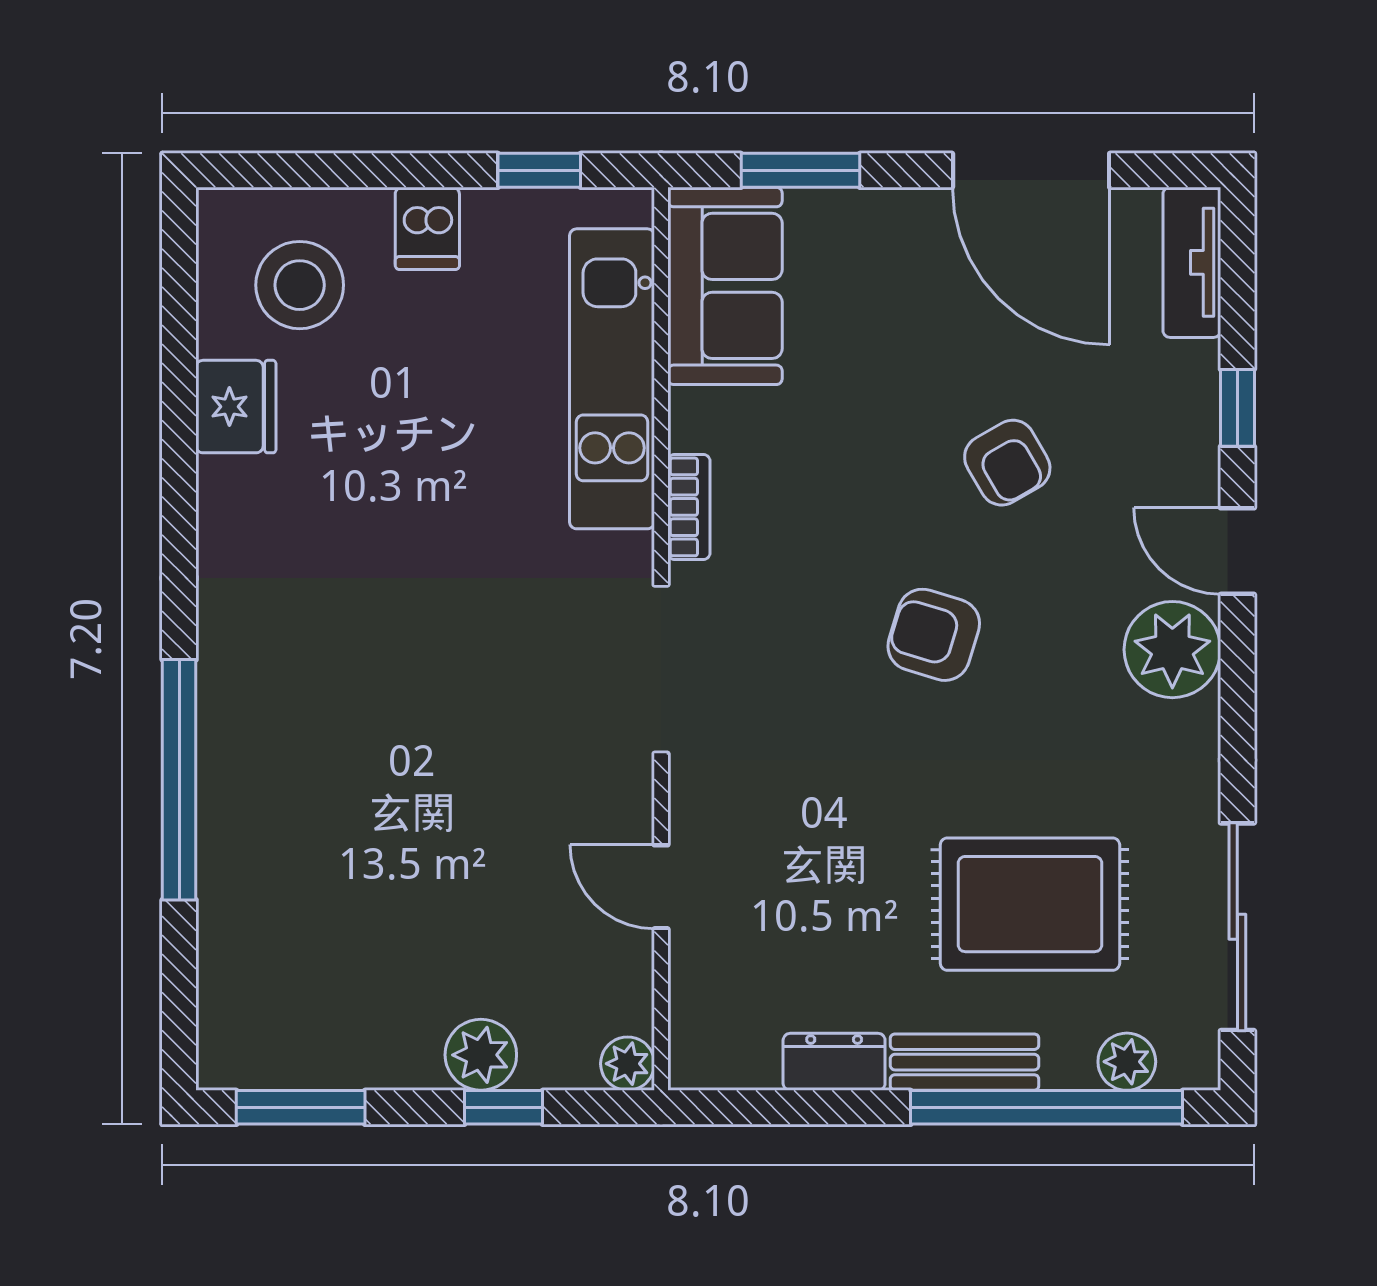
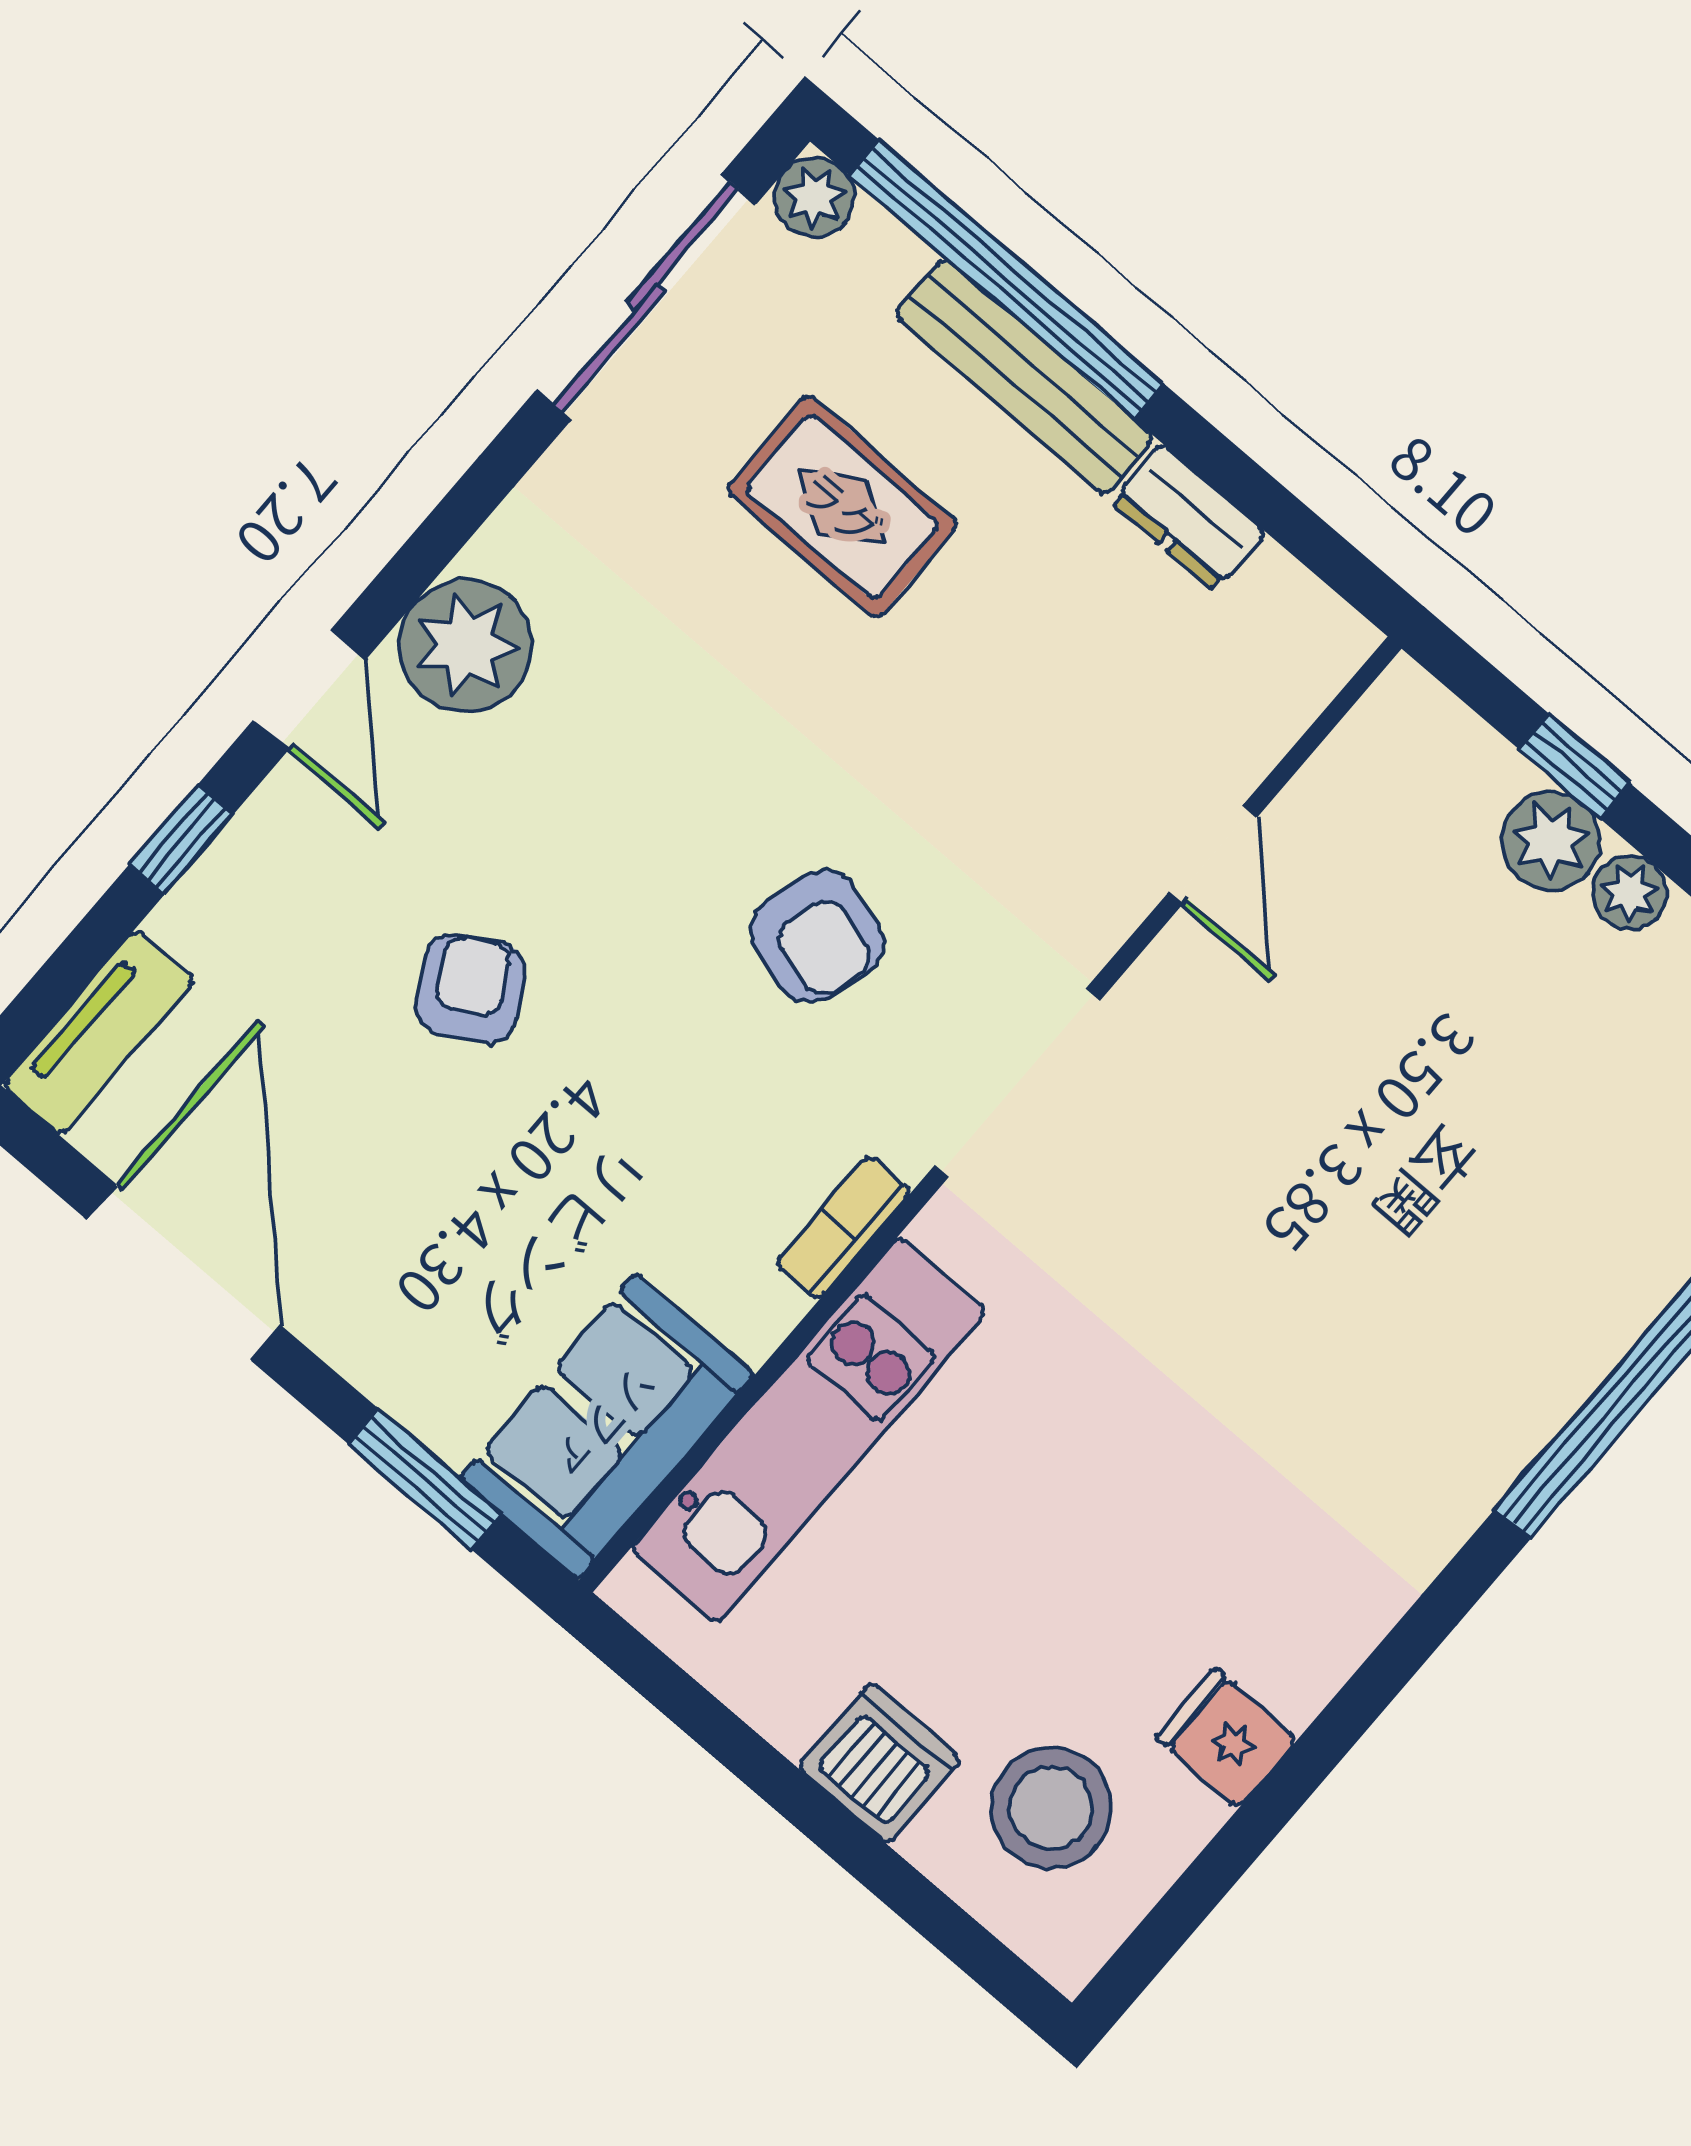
window: (539, 170) -> (698, 1713), removed
dishwasher: (427, 228) -> (879, 1763), width x1.38
fridge: (236, 407) -> (1226, 1738), width x0.72
armchair: (934, 635) -> (817, 936), moved
rug: (1030, 904) -> (842, 507), width x0.73, depth x0.70
bench: (965, 1062) -> (1024, 376), width x1.36
plant: (1127, 1062) -> (814, 197), moved
plant: (628, 1064) -> (1630, 893), moved

